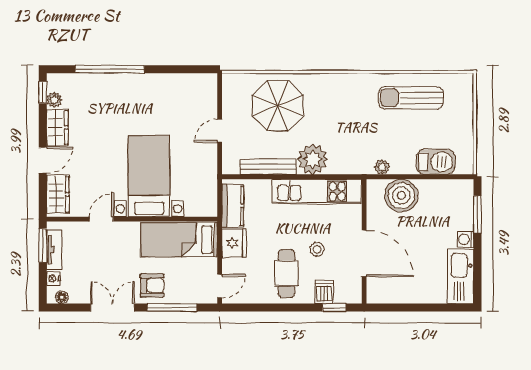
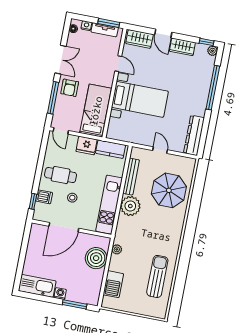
dresser: (187, 84) -> (194, 135), added
plant: (54, 100) -> (213, 51), moved

